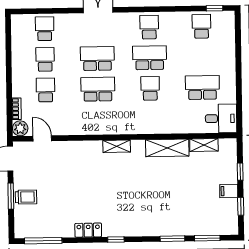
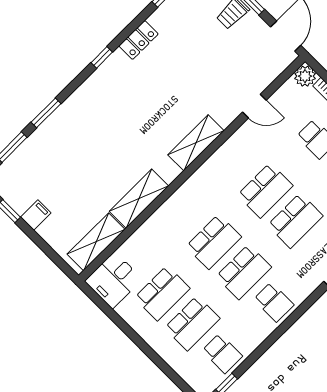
school desk: (202, 57) -> (192, 323), added
school desk: (150, 88) -> (214, 242), width x1.85
door: (42, 138) -> (254, 106), moved
shelving: (204, 145) -> (96, 242), width x1.50, depth x1.33
shelving: (117, 146) -> (196, 143), width x1.50, depth x1.33
window: (240, 172) -> (43, 245), removed

